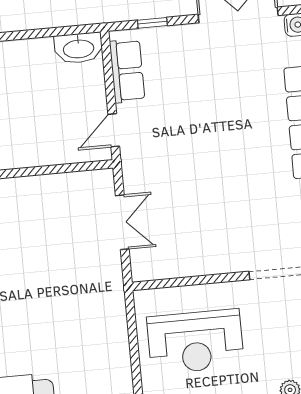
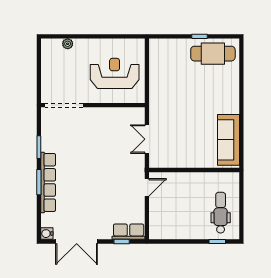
washbasin: (78, 48) -> (161, 232), removed
row of seats: (127, 71) -> (129, 232), moved, turned 90

